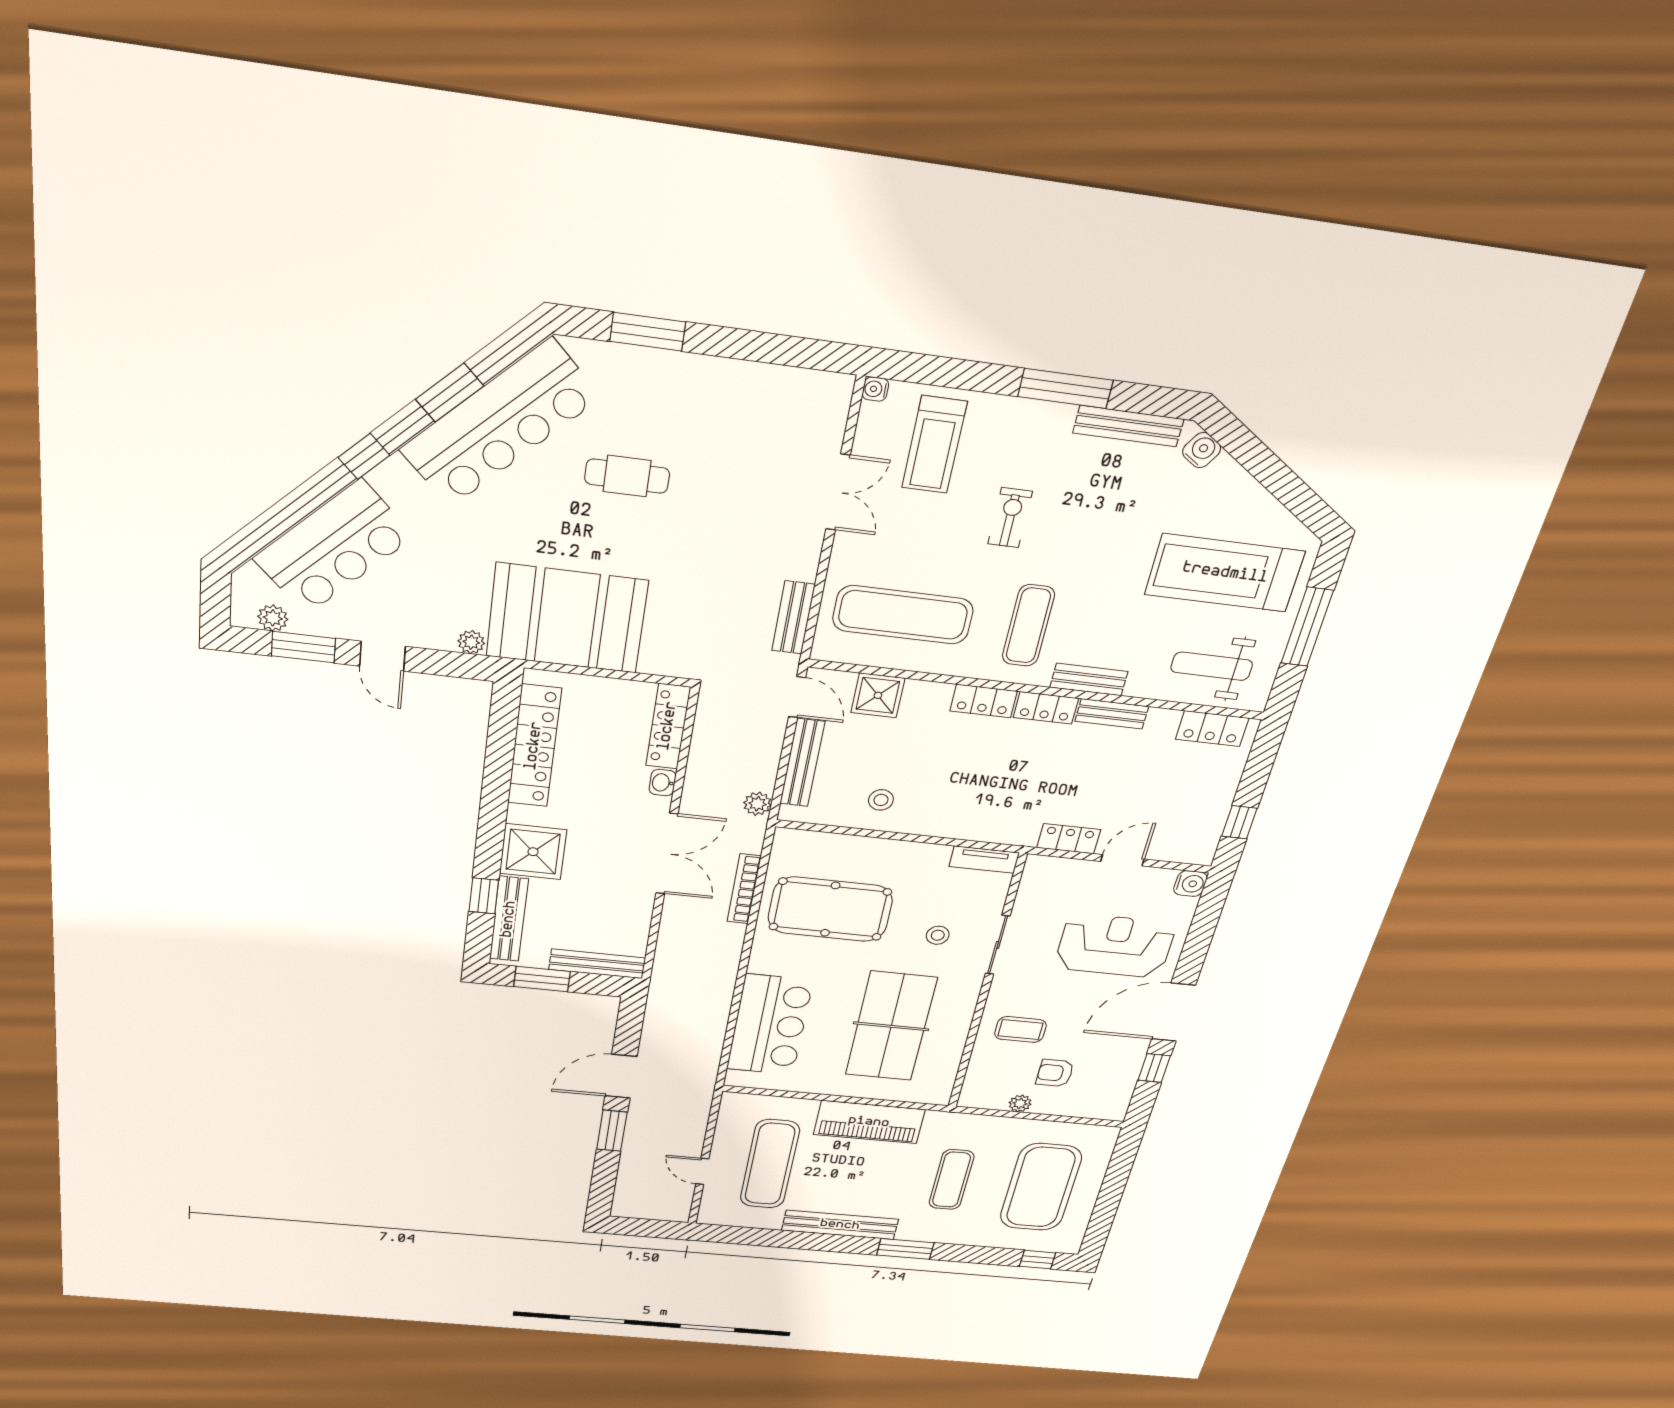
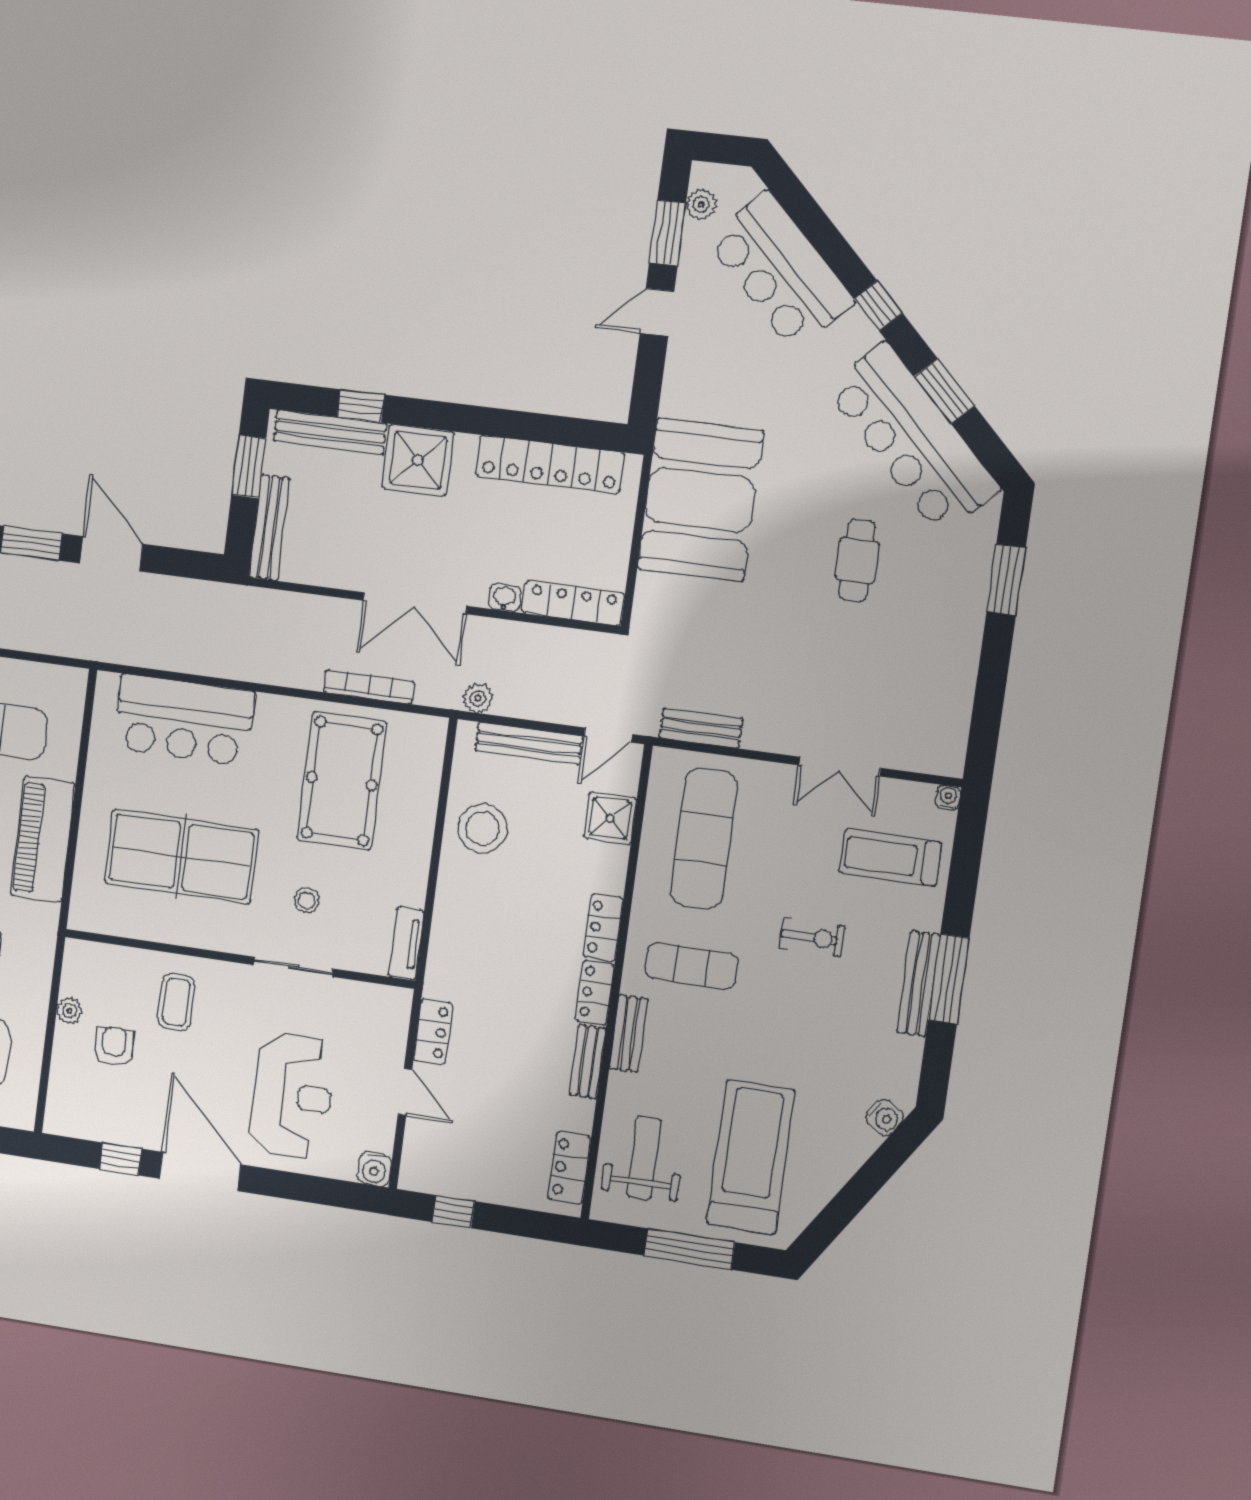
bench: (1128, 426) -> (918, 984), moved
plant: (471, 642) -> (673, 403), removed
stool: (881, 800) -> (483, 828), width x1.89, depth x1.89

